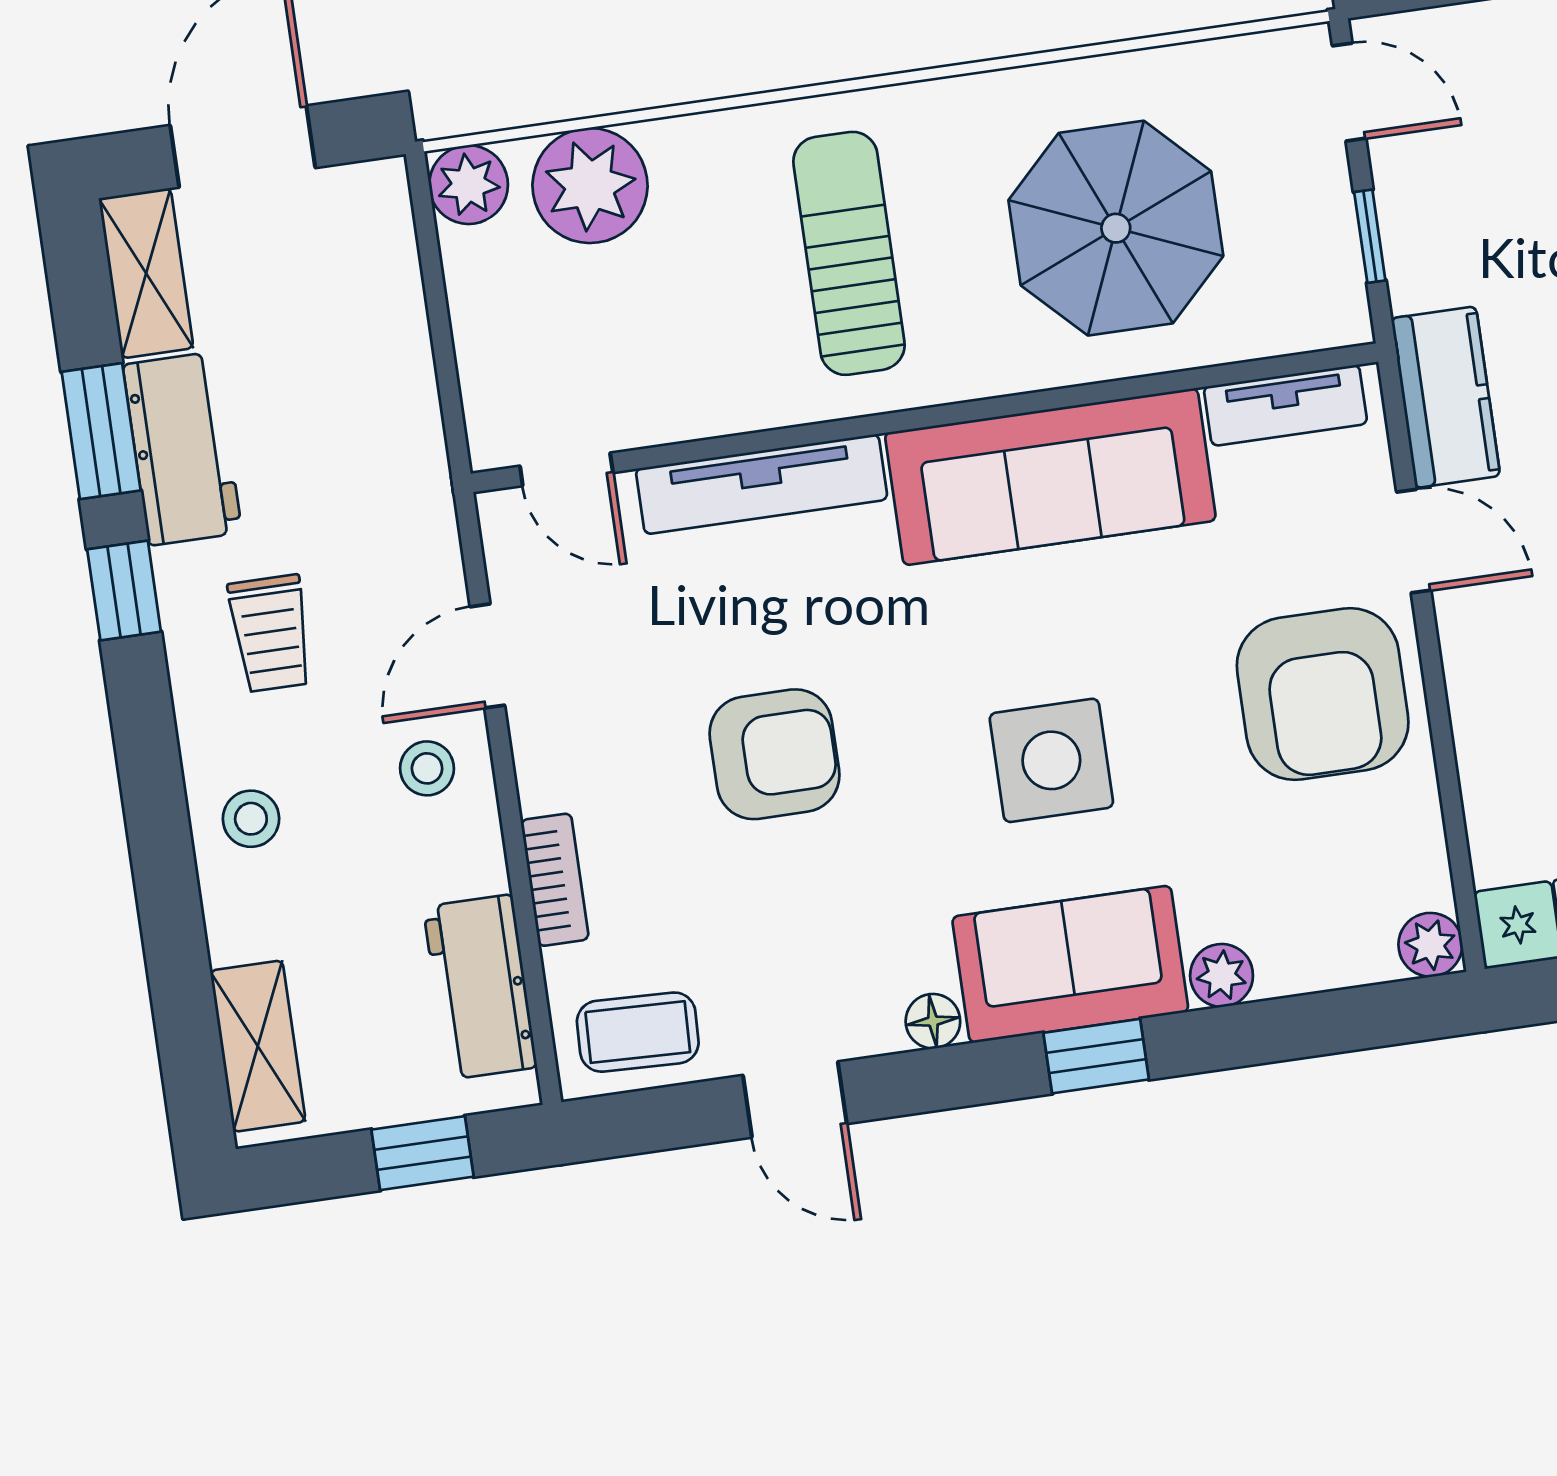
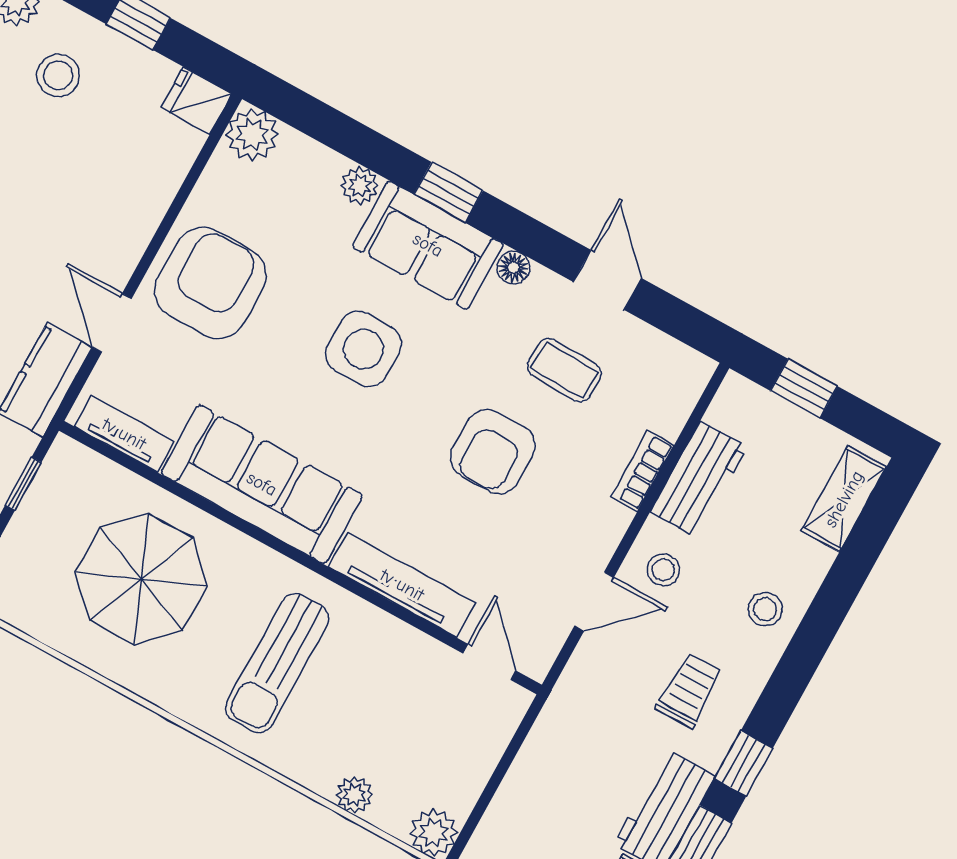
plant: (590, 186) -> (354, 795), width x0.53, depth x0.53
armchair: (774, 754) -> (493, 452), turned -90
plant: (1430, 945) -> (252, 135), width x1.38, depth x1.38
workbench: (480, 987) -> (699, 480), moved
coffee table: (638, 1032) -> (564, 370), moved

